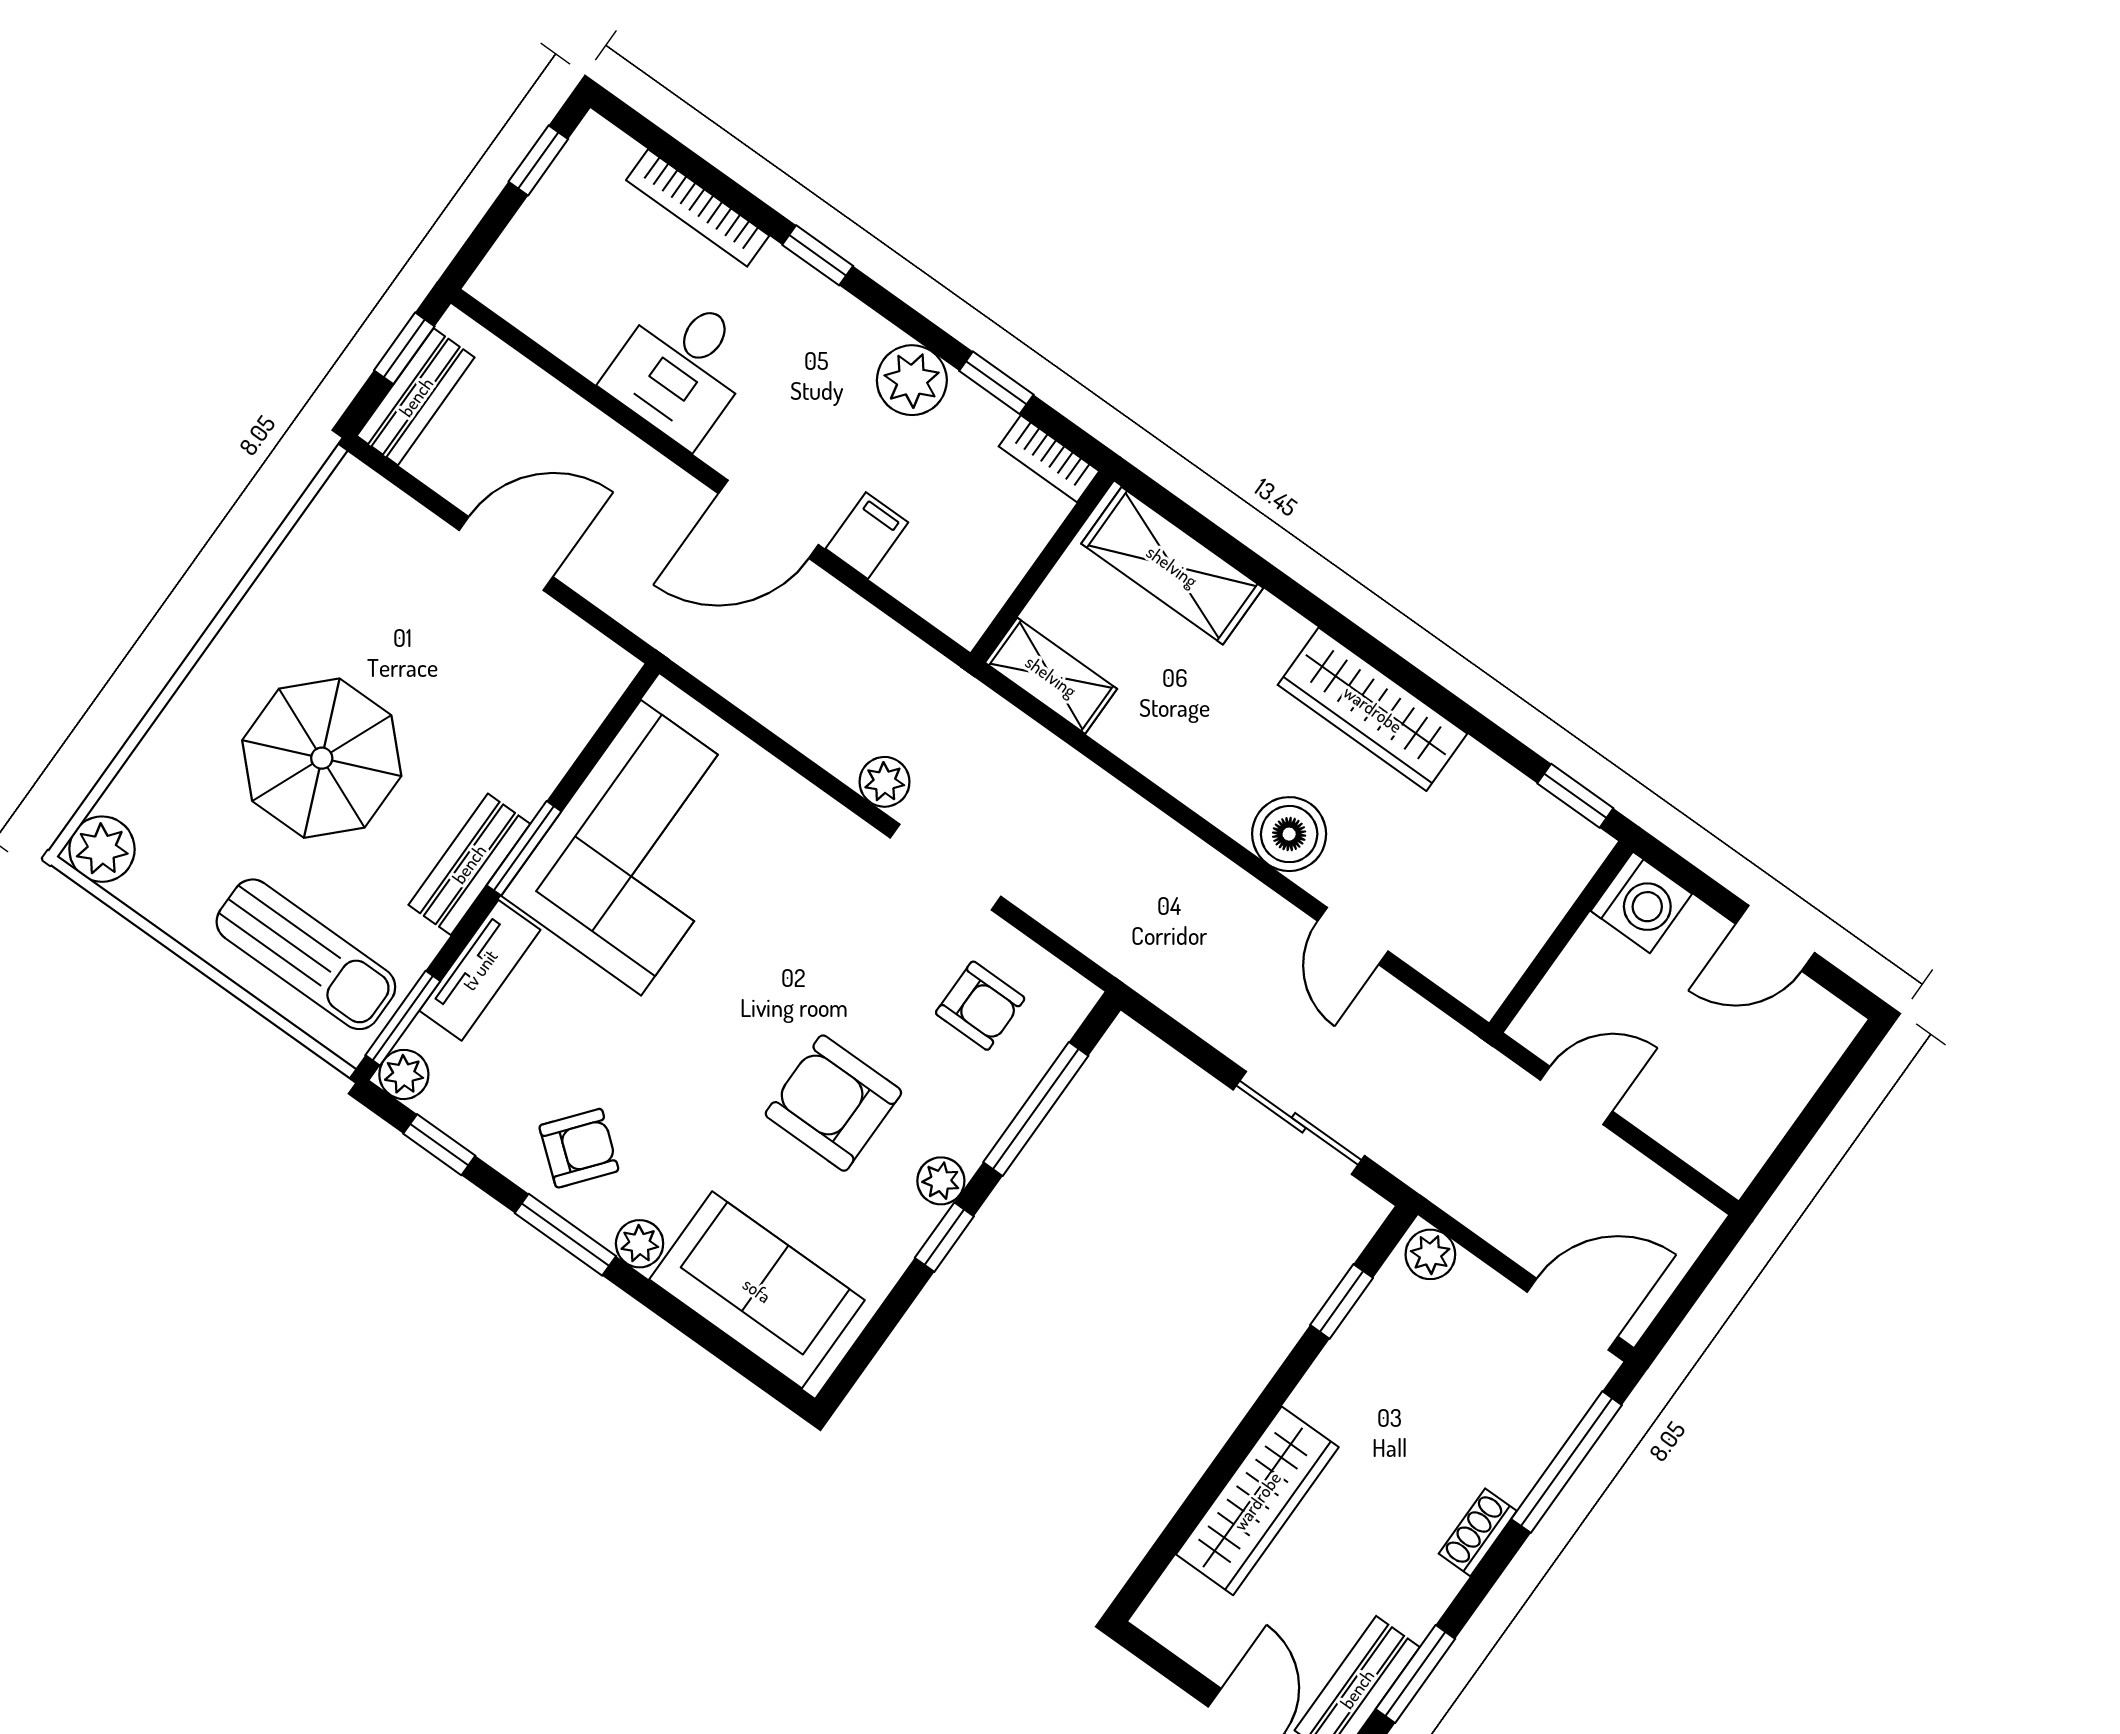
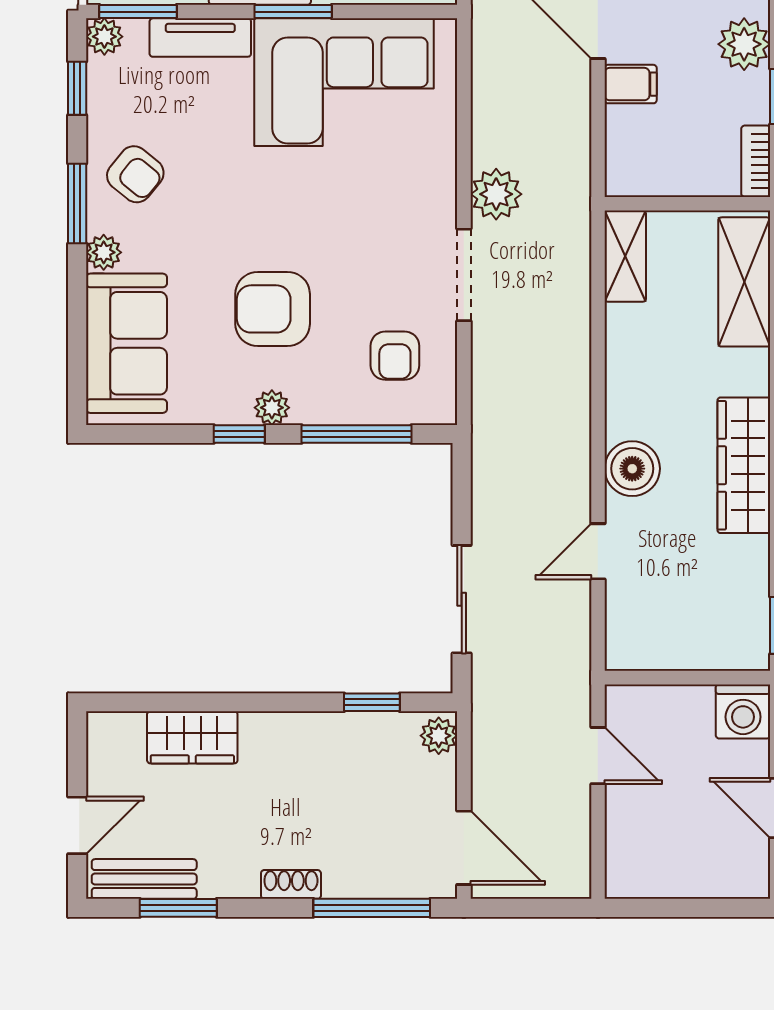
plant: (884, 782) -> (496, 194), width x1.38, depth x1.38
armchair: (833, 1103) -> (273, 309), turned -90
wardrobe: (1257, 1501) -> (192, 737), width x0.67

